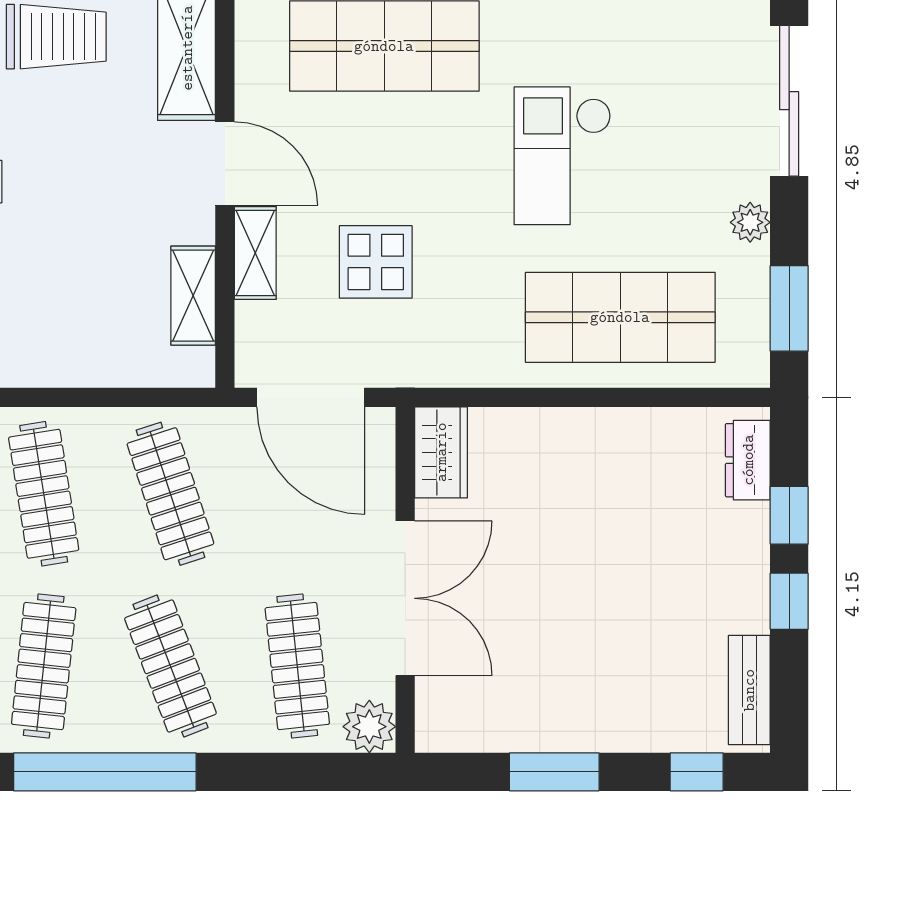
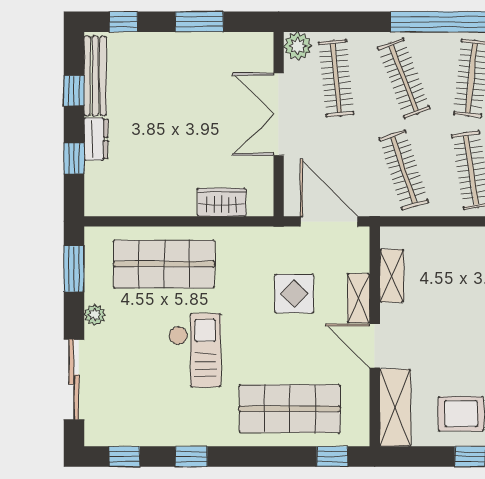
wardrobe: (441, 452) -> (222, 202), moved, turned 90
dresser: (748, 460) -> (96, 139), moved
window: (789, 601) -> (74, 91), moved
bench: (749, 690) -> (95, 76), width x1.36

